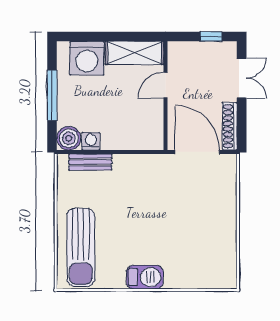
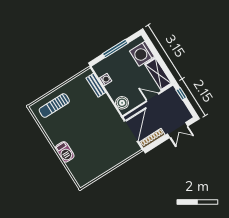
window: (211, 36) -> (181, 94), moved
boiler: (69, 138) -> (122, 103), moved
sun lounger: (81, 247) -> (54, 106), width x0.73, depth x0.75
barbecue: (145, 277) -> (65, 152), moved

